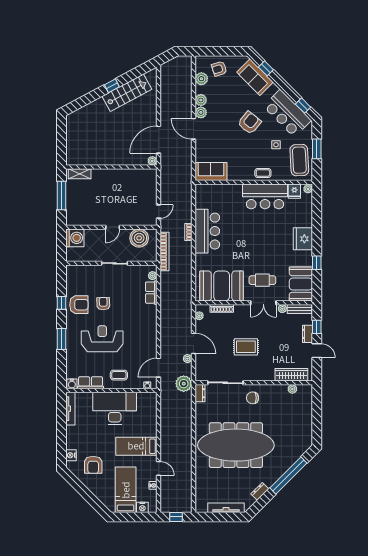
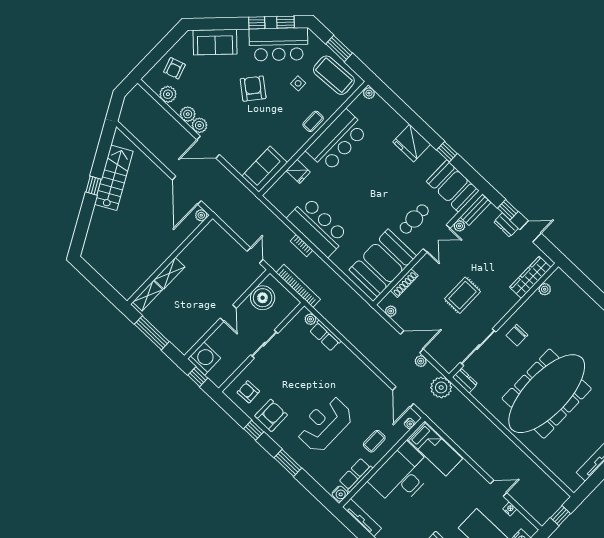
window: (266, 68) -> (257, 23), moved
shelving: (104, 174) -> (169, 273), added
fridge: (294, 191) -> (298, 171), moved
window: (61, 244) -> (198, 377), added
armchair: (103, 304) -> (248, 392), moved
bed: (136, 446) -> (435, 449), moved, turned -90

